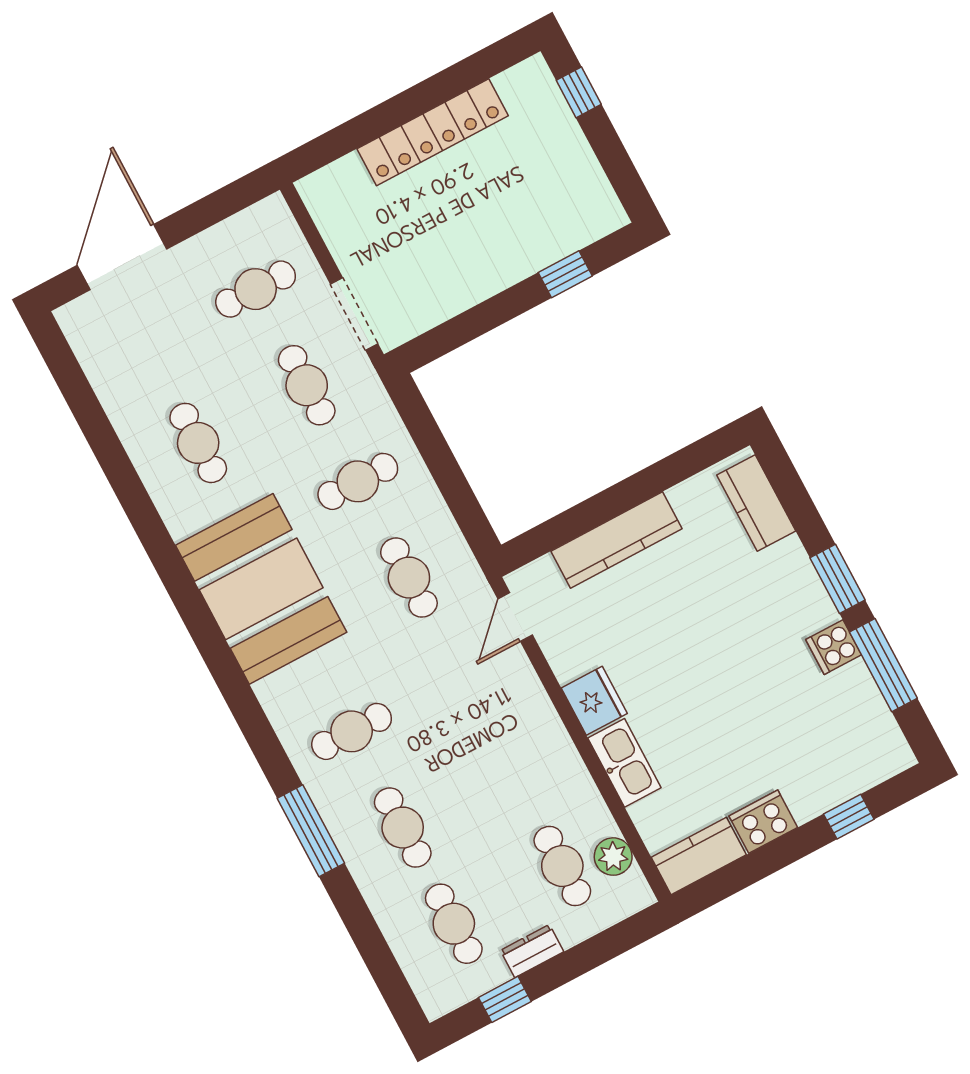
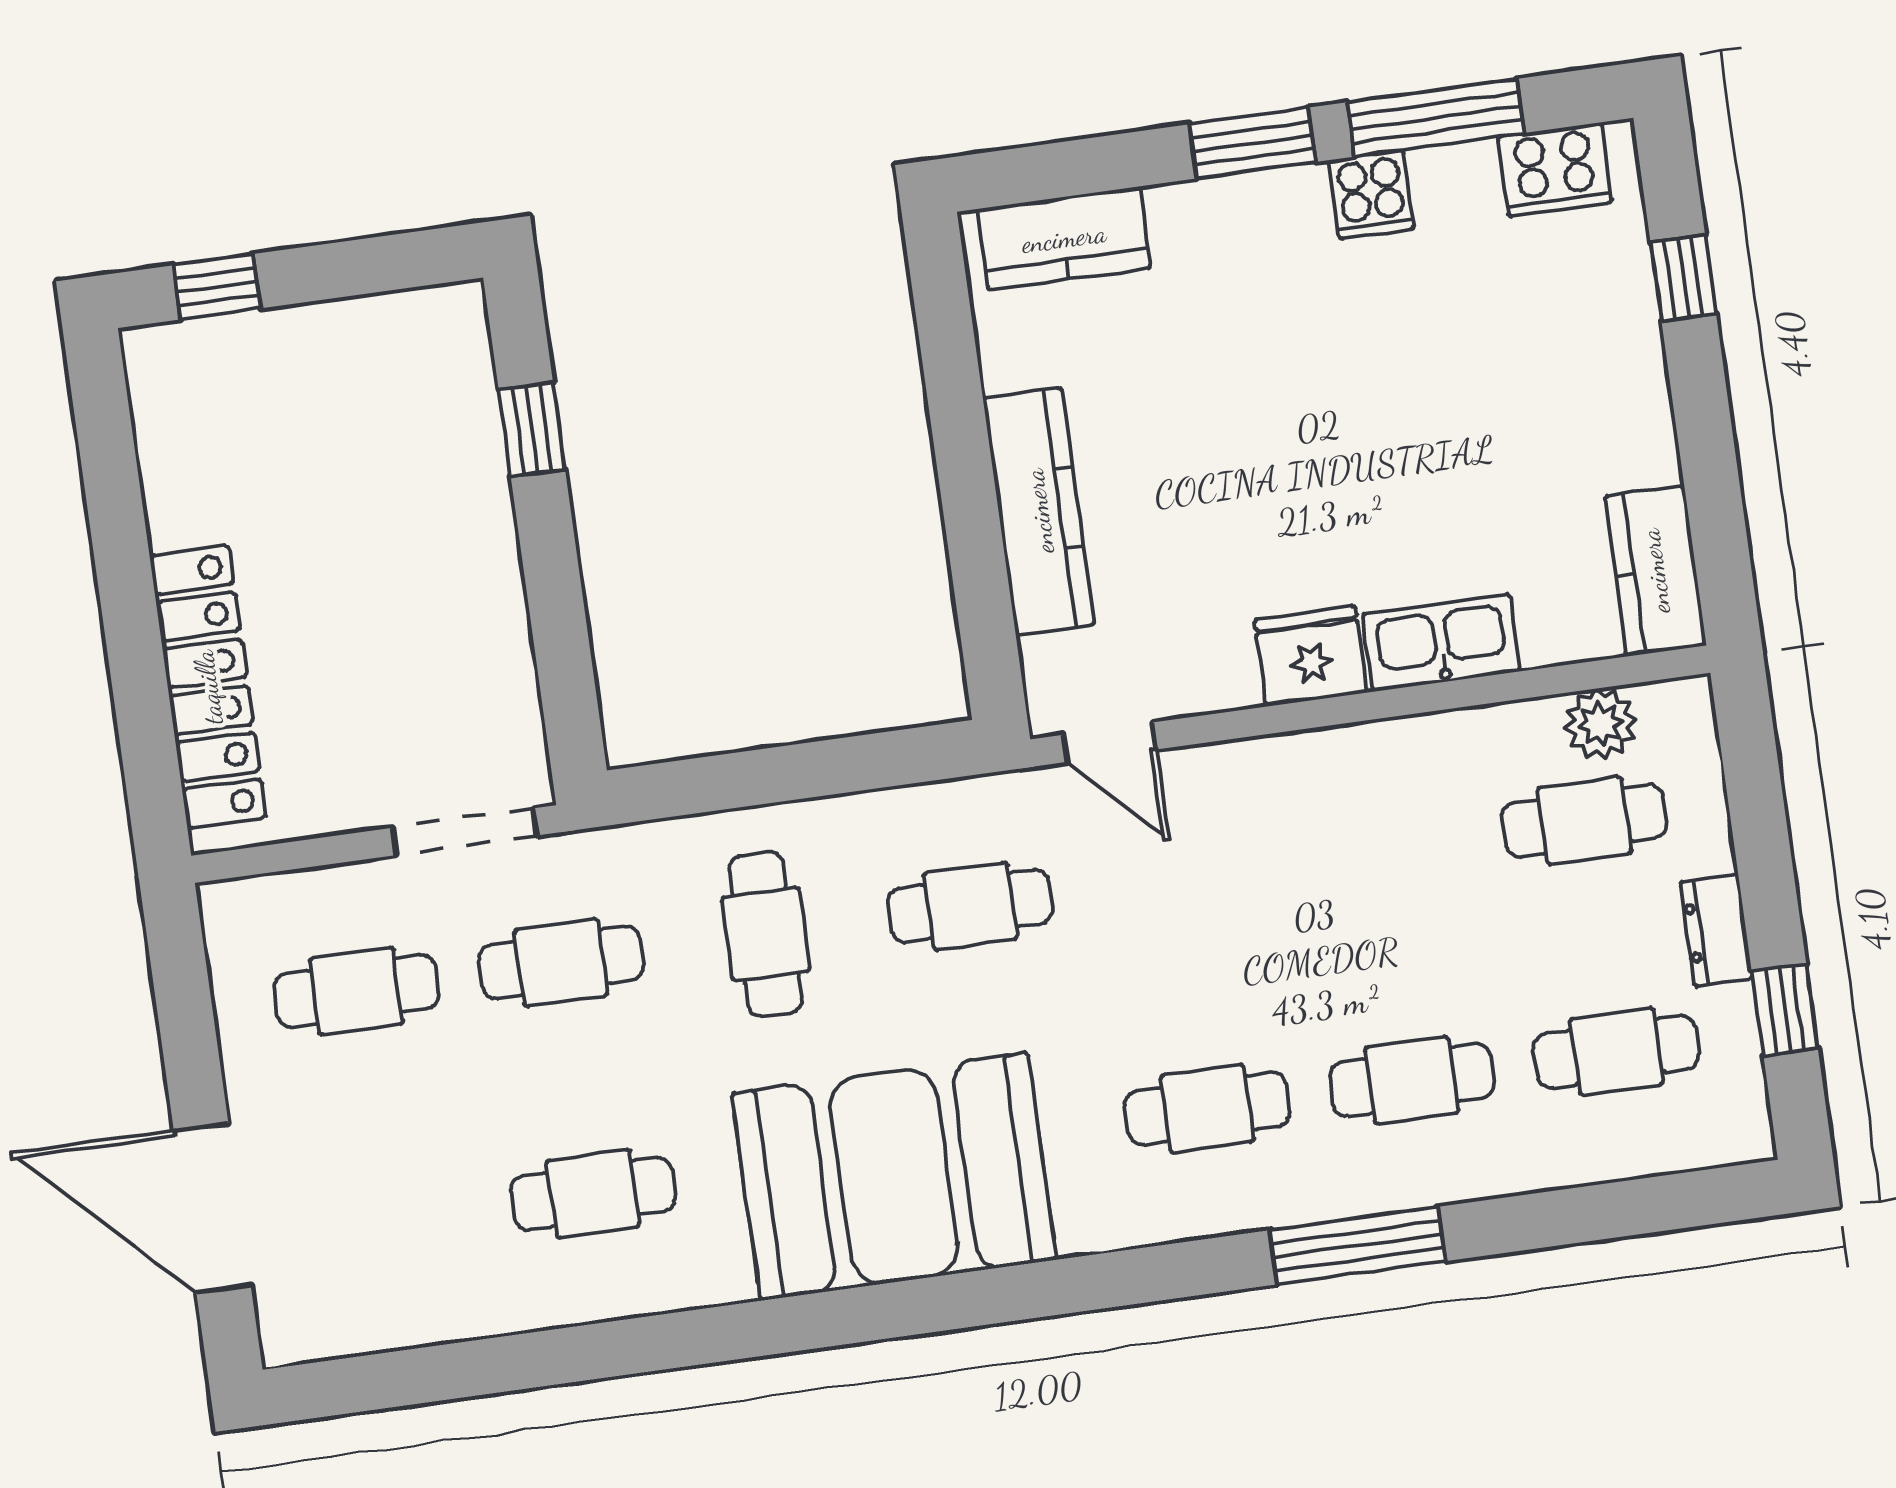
locker: (433, 132) -> (208, 687), moved
cafe table: (256, 289) -> (356, 991), turned 90
cafe table: (352, 731) -> (1207, 1108), turned 90
cooker: (763, 822) -> (1555, 170), moved, turned -90

